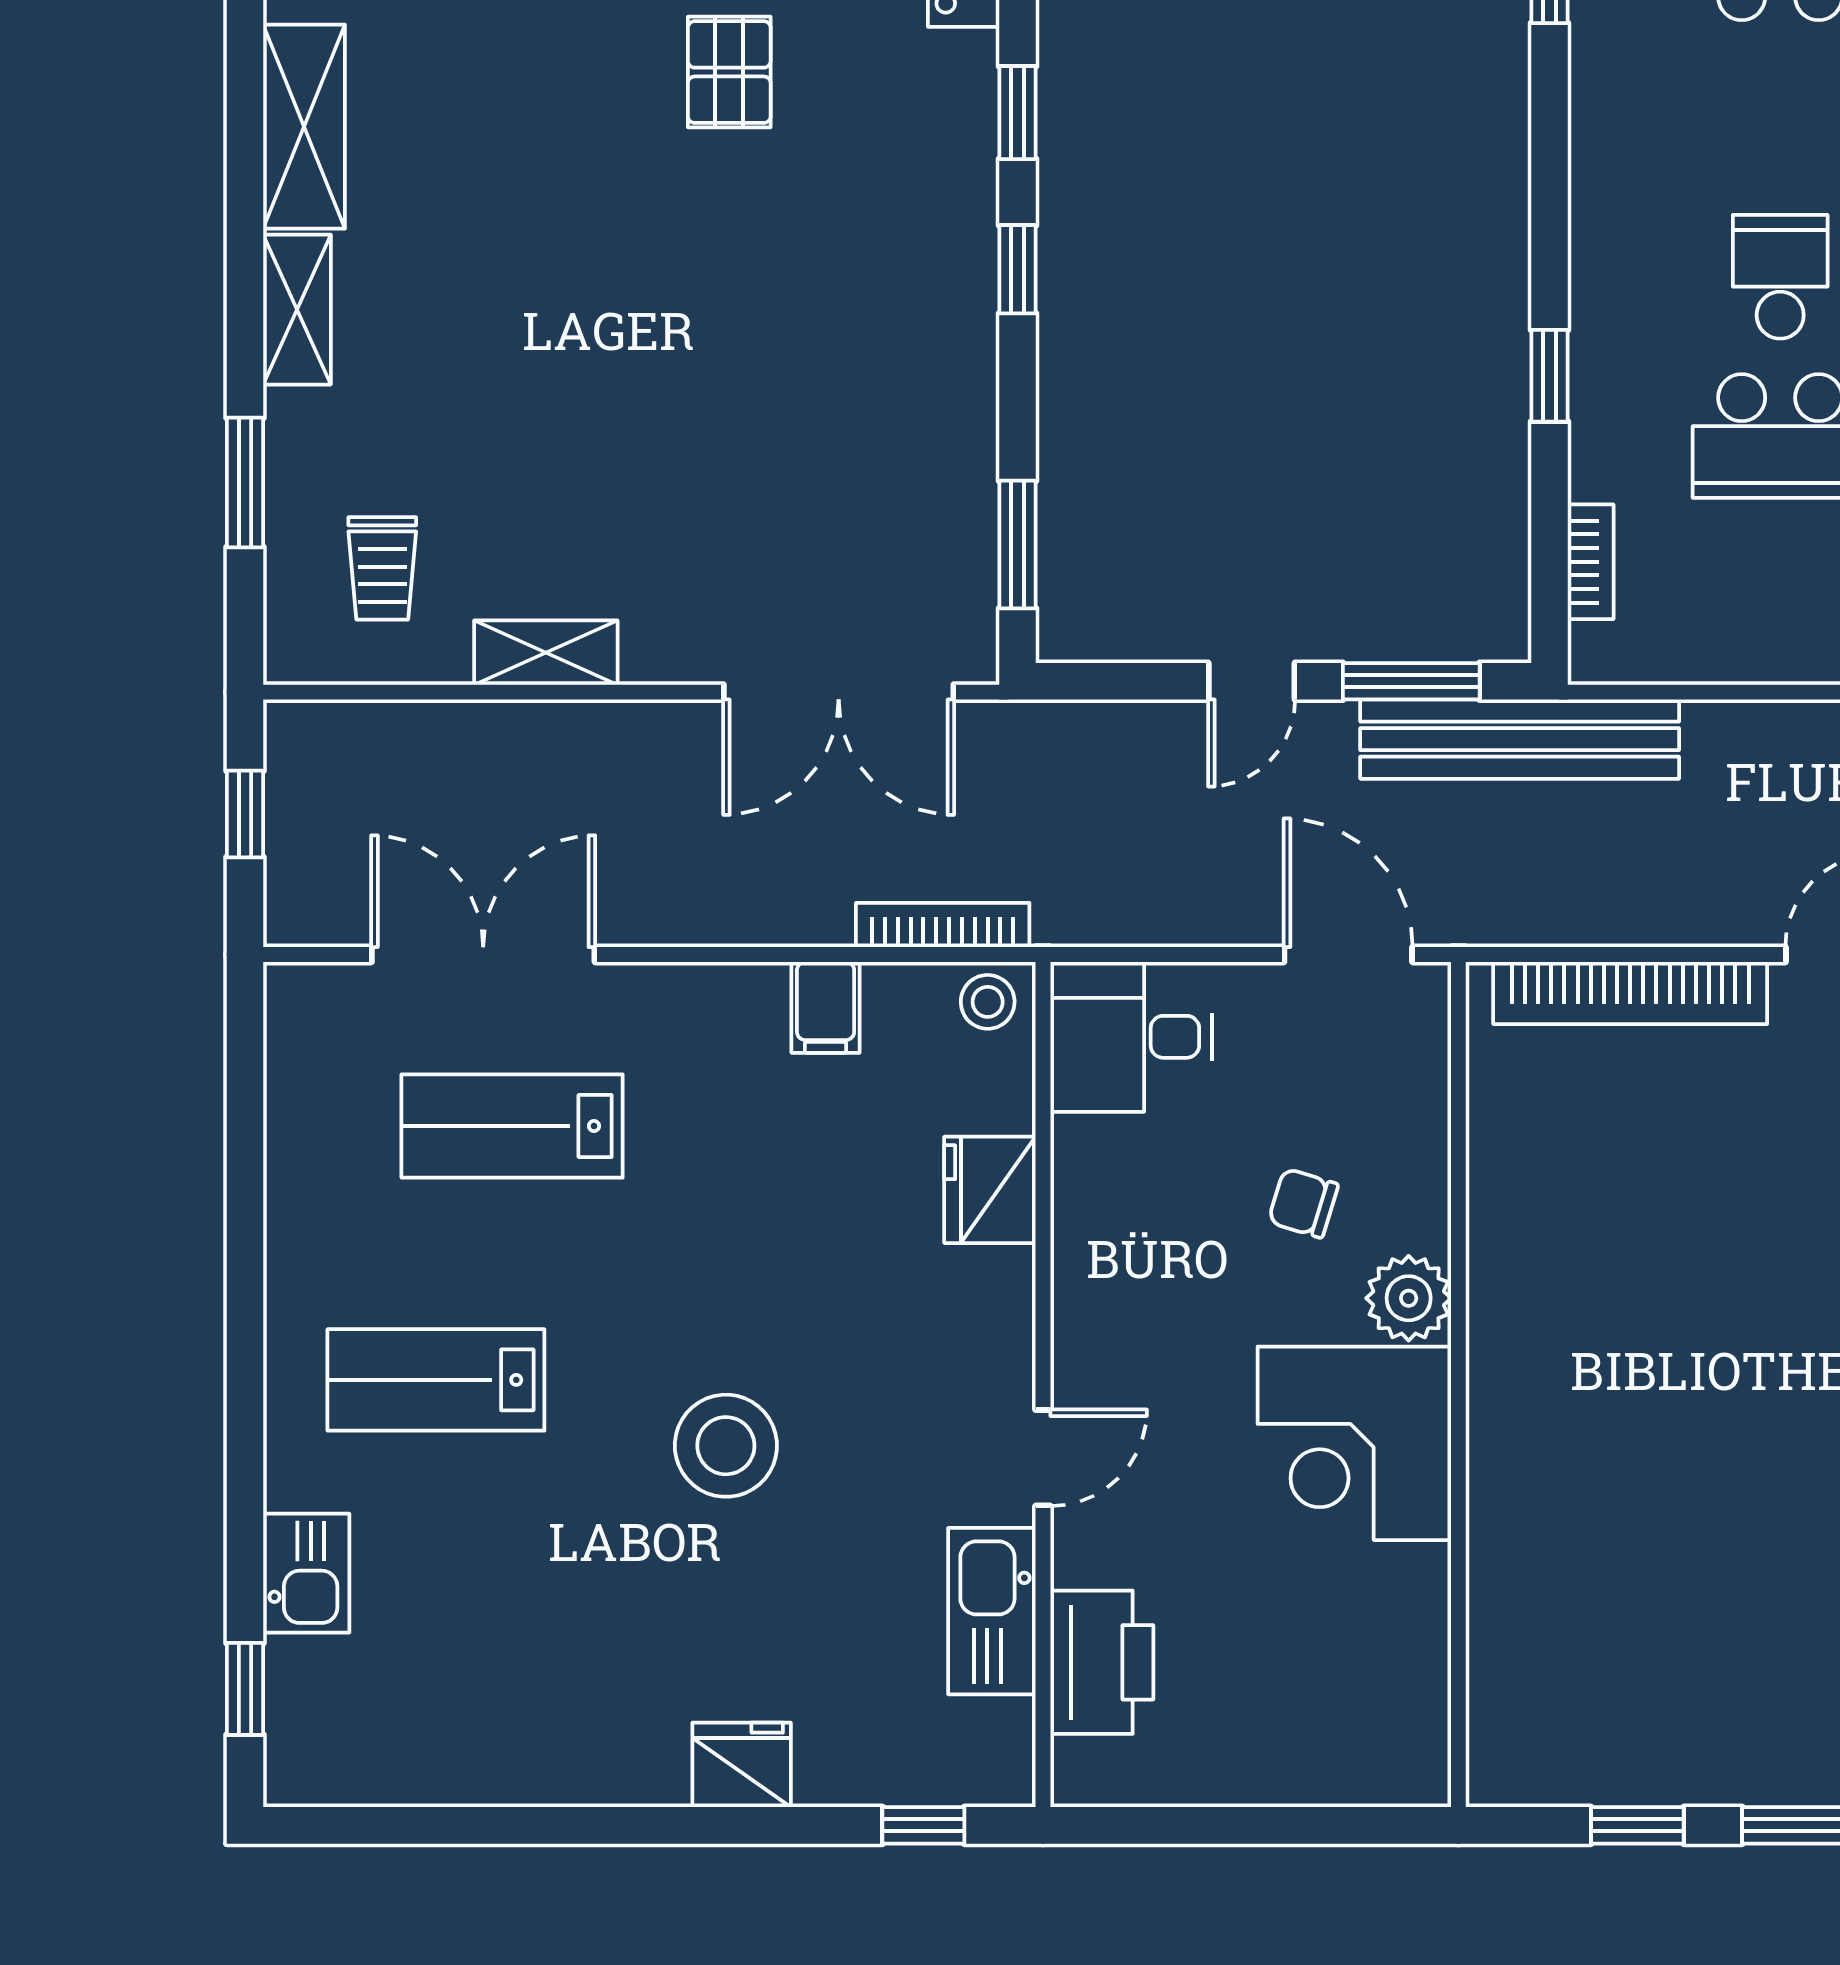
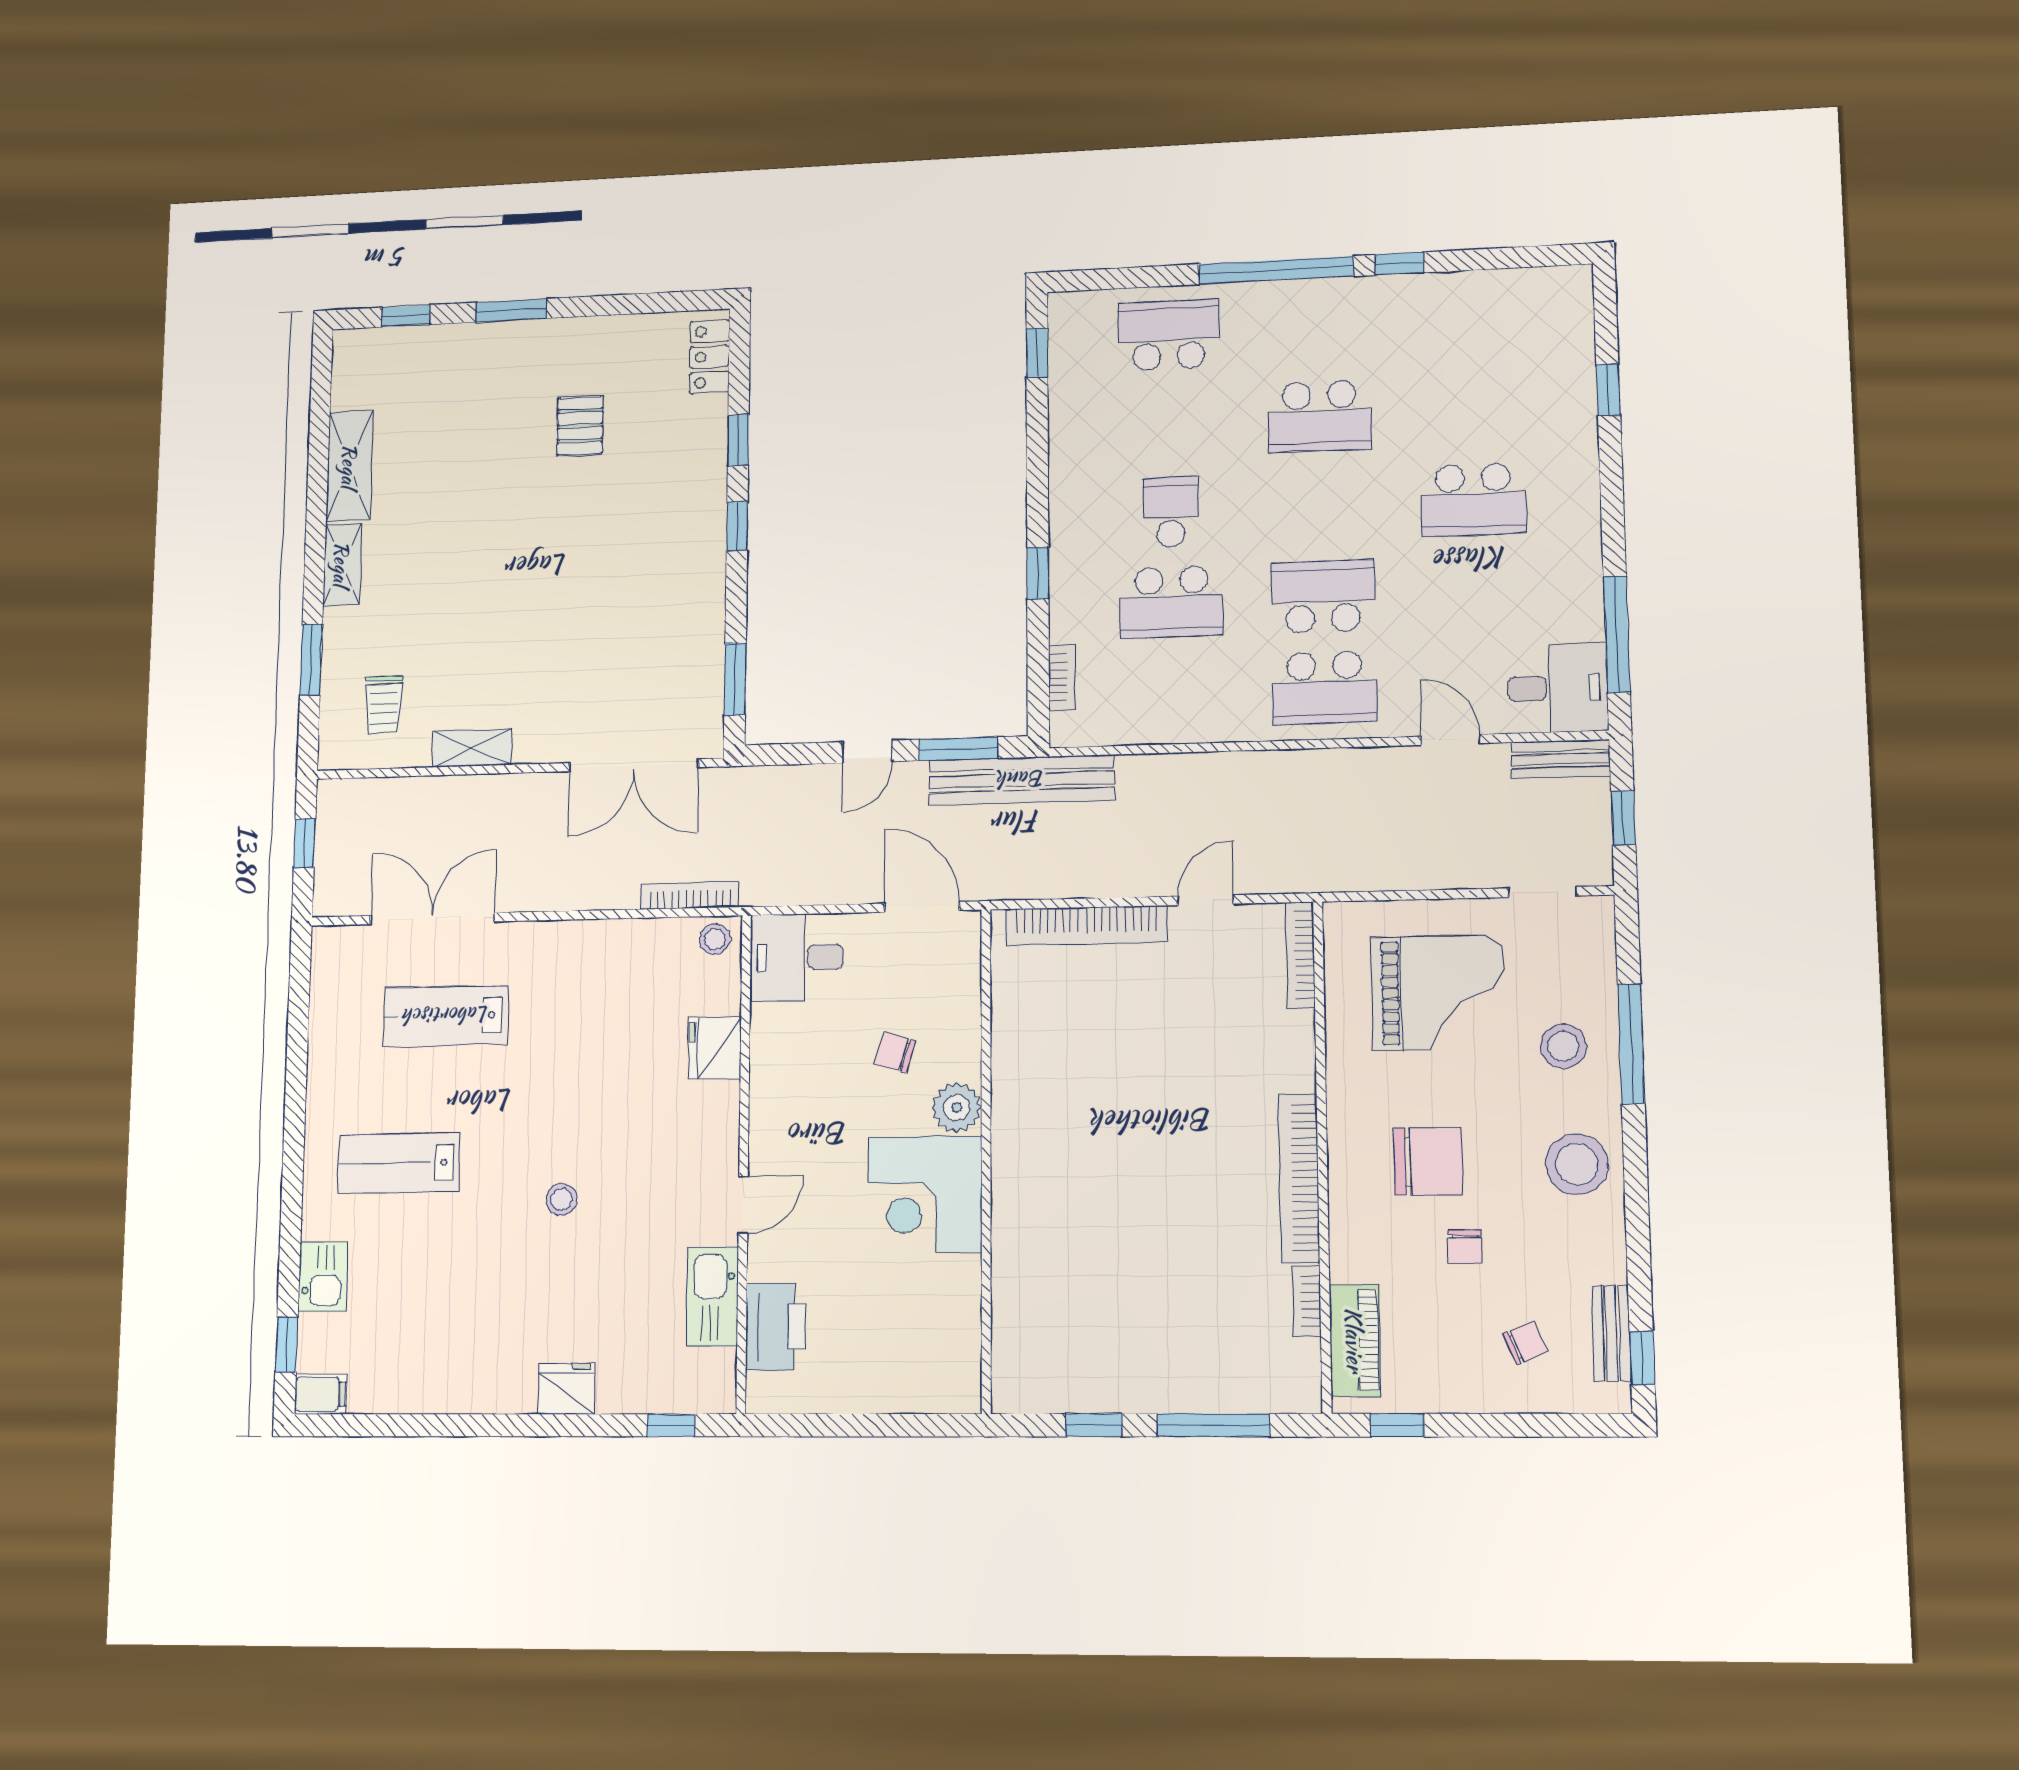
filing cabinet: (826, 1007) -> (321, 1394), moved, turned -90
stool: (726, 1446) -> (561, 1200), width x0.53, depth x0.53

